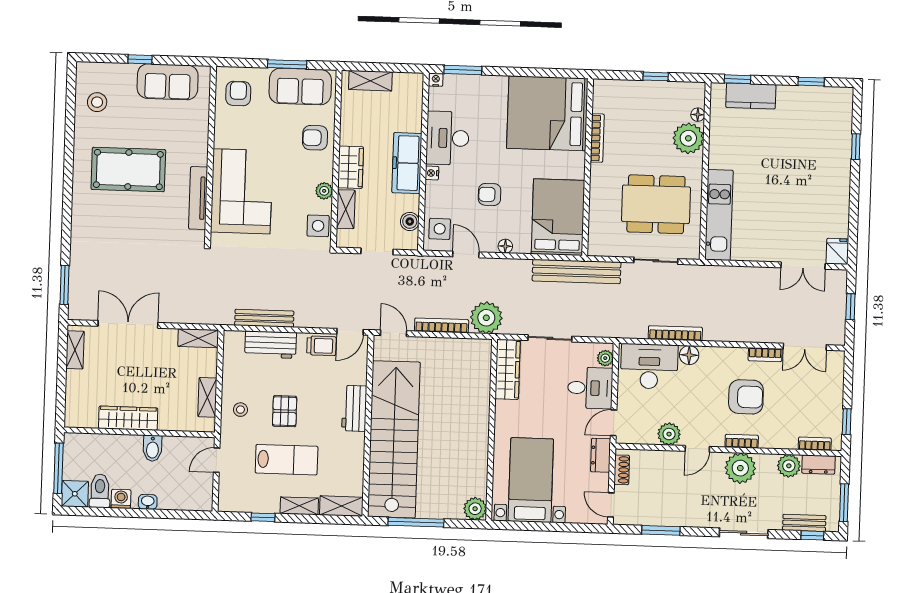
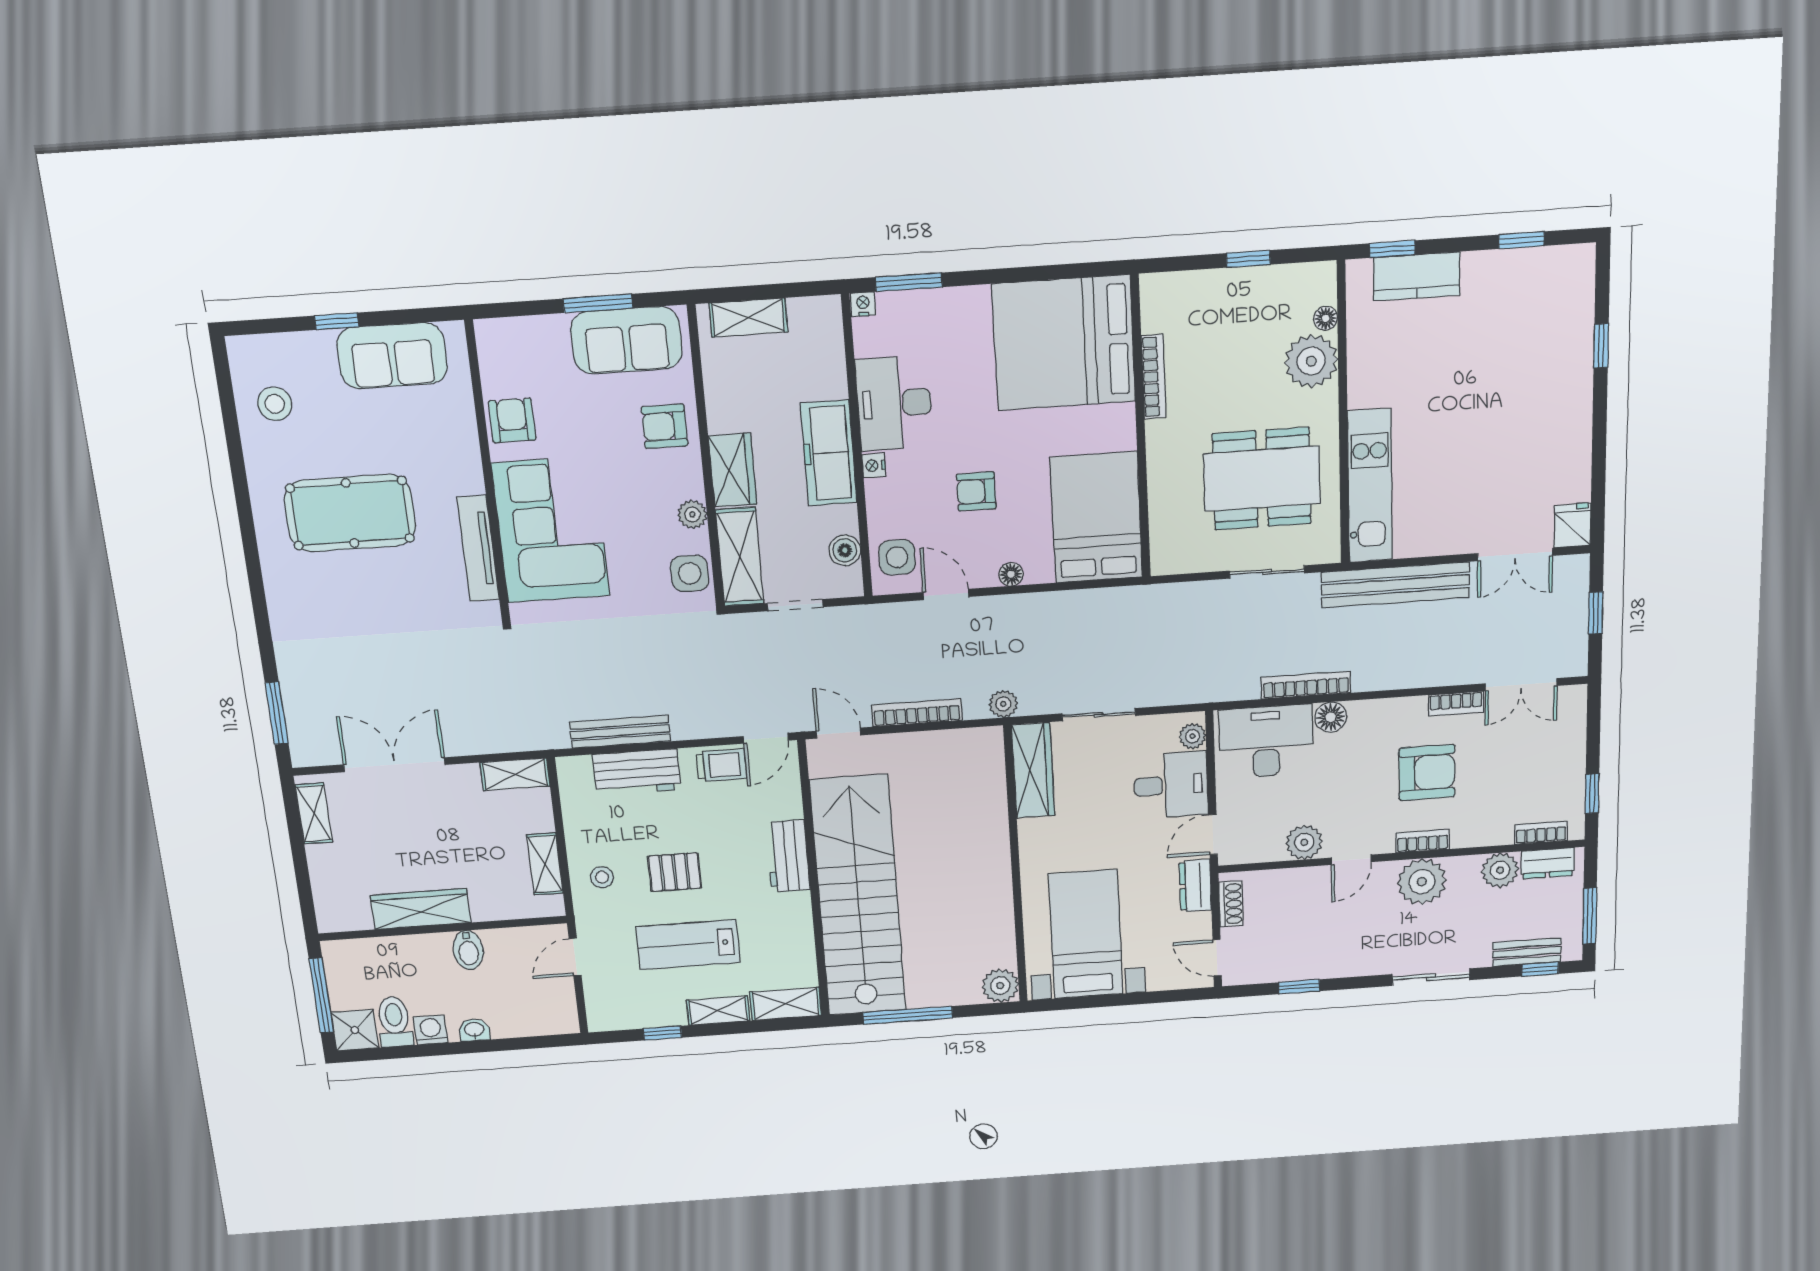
armchair: (238, 94) -> (512, 420), moved
shelving: (346, 209) -> (740, 557), width x1.50, depth x1.33
bench: (577, 271) -> (1395, 585), moved
plant: (486, 318) -> (1003, 704), width x0.53, depth x0.53
pallet: (285, 411) -> (675, 872), turned 90
lab bench: (287, 460) -> (688, 945), turned 180
window: (661, 530) -> (1299, 987), width x0.67

